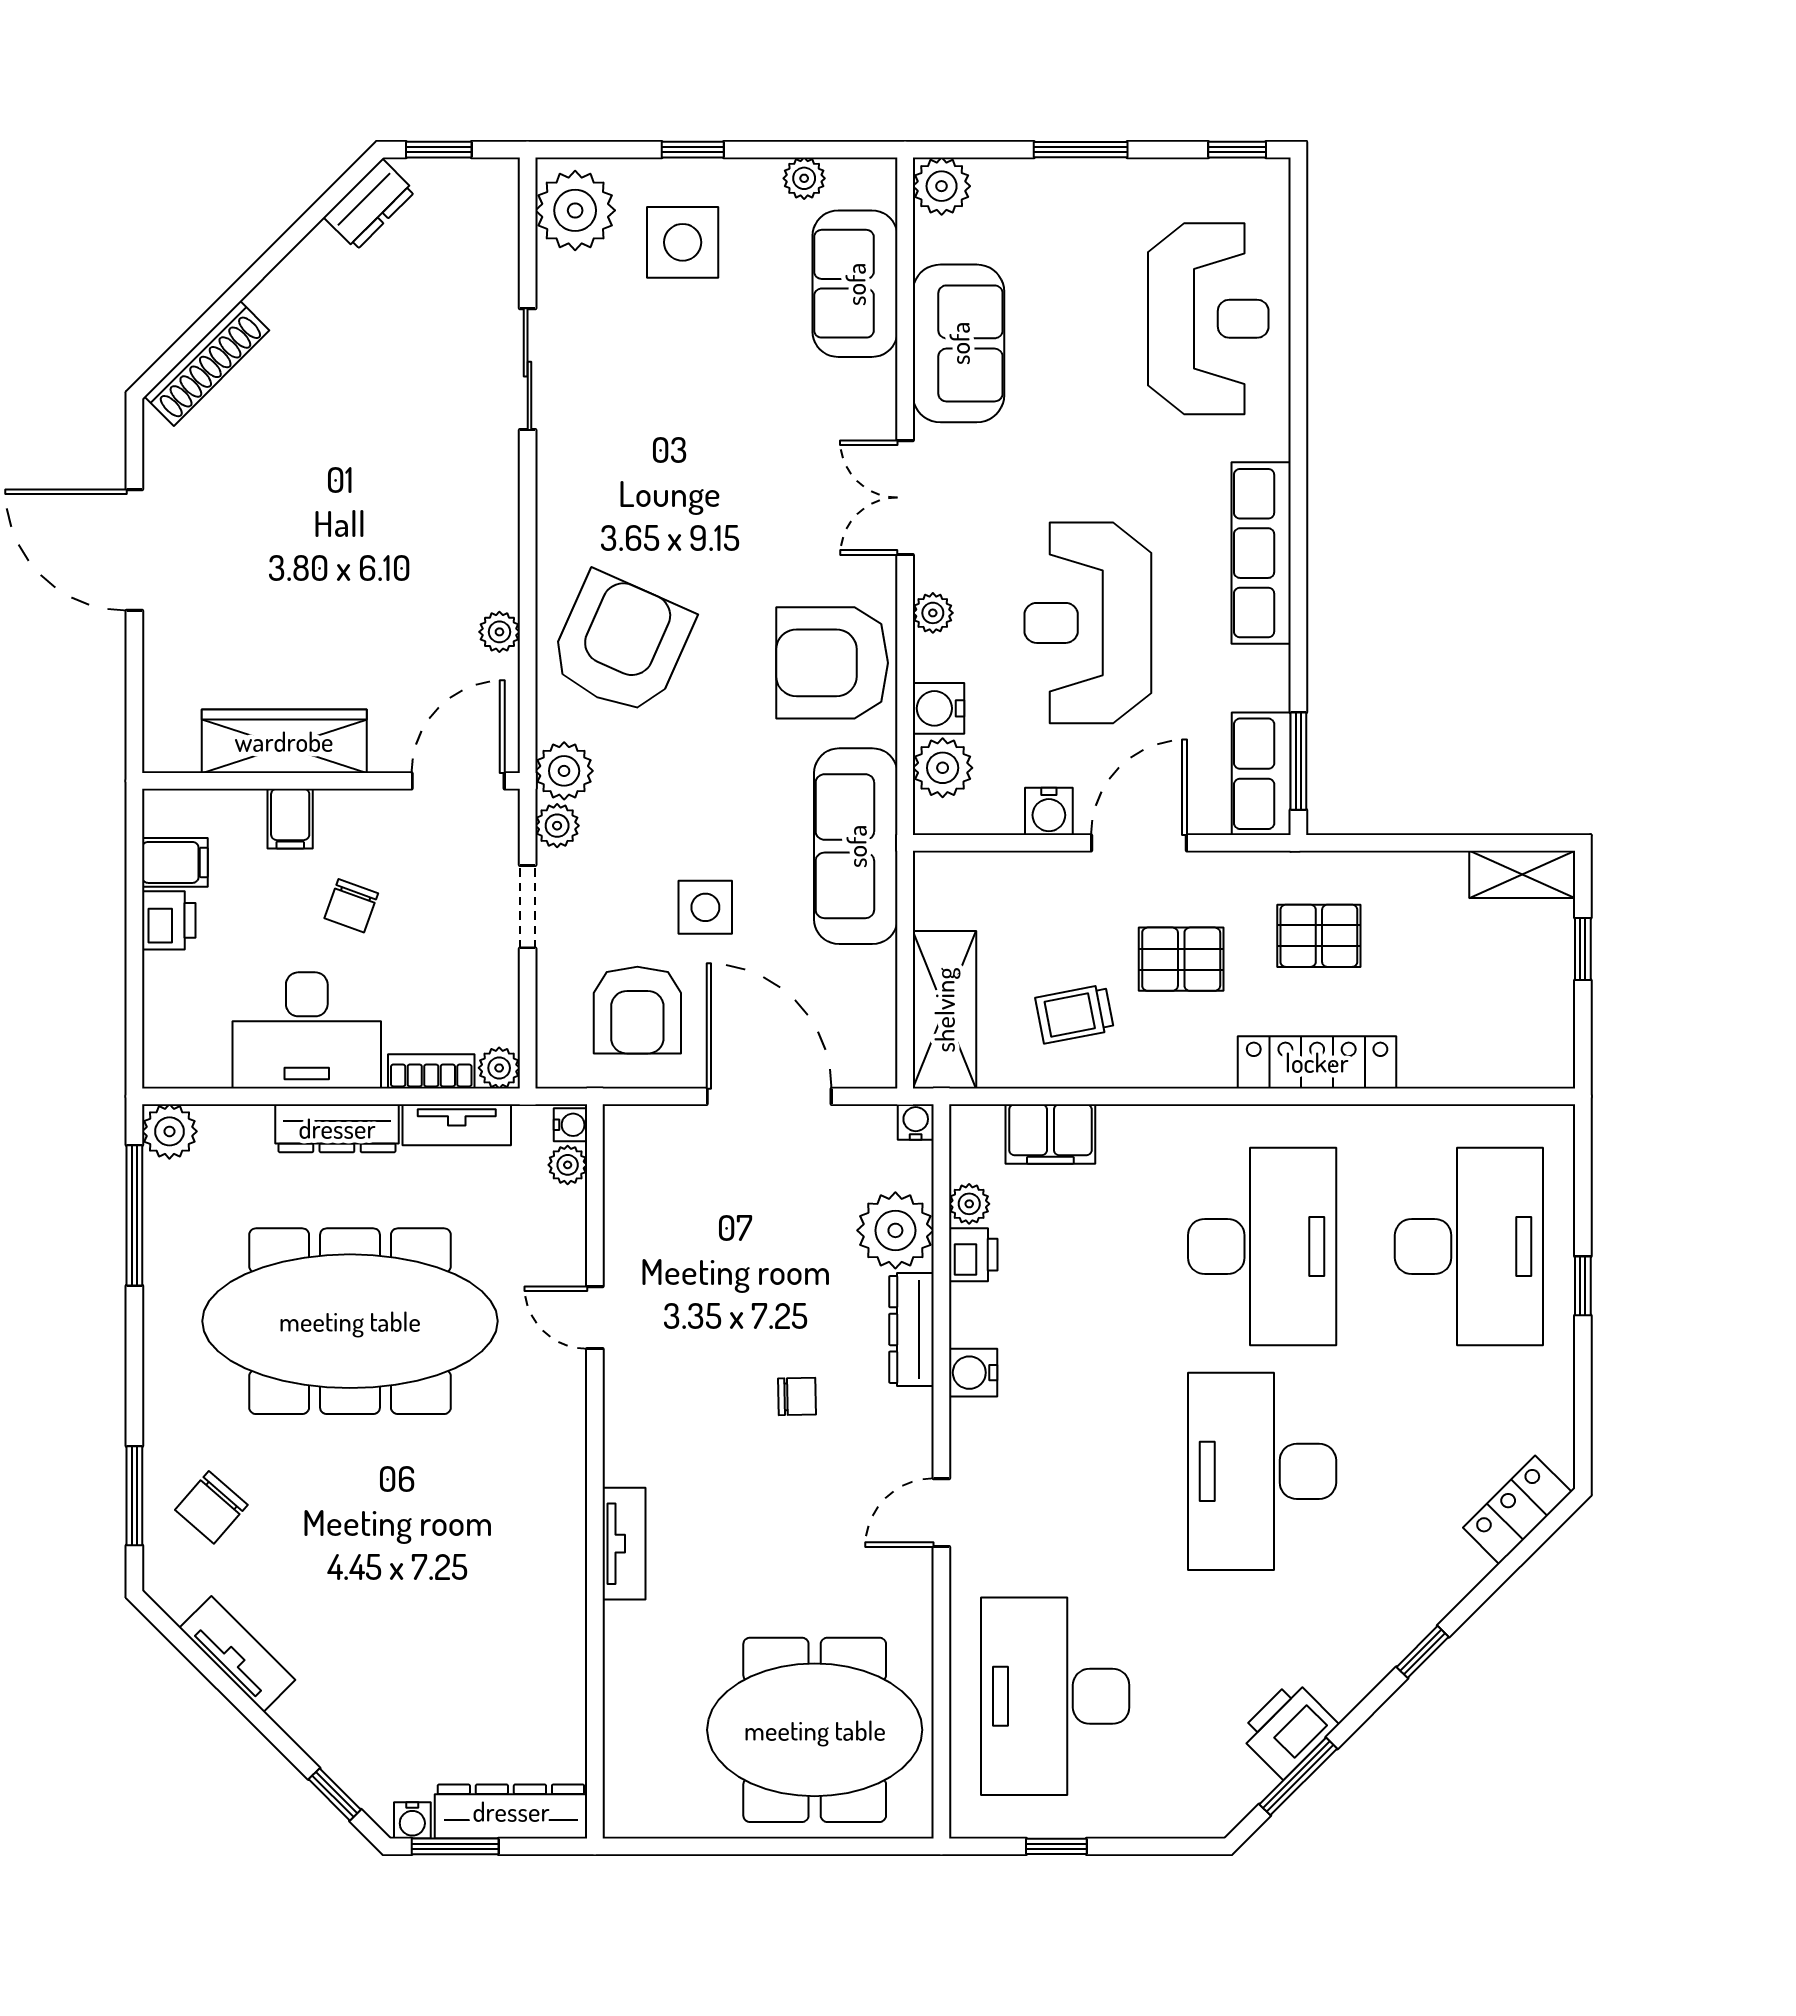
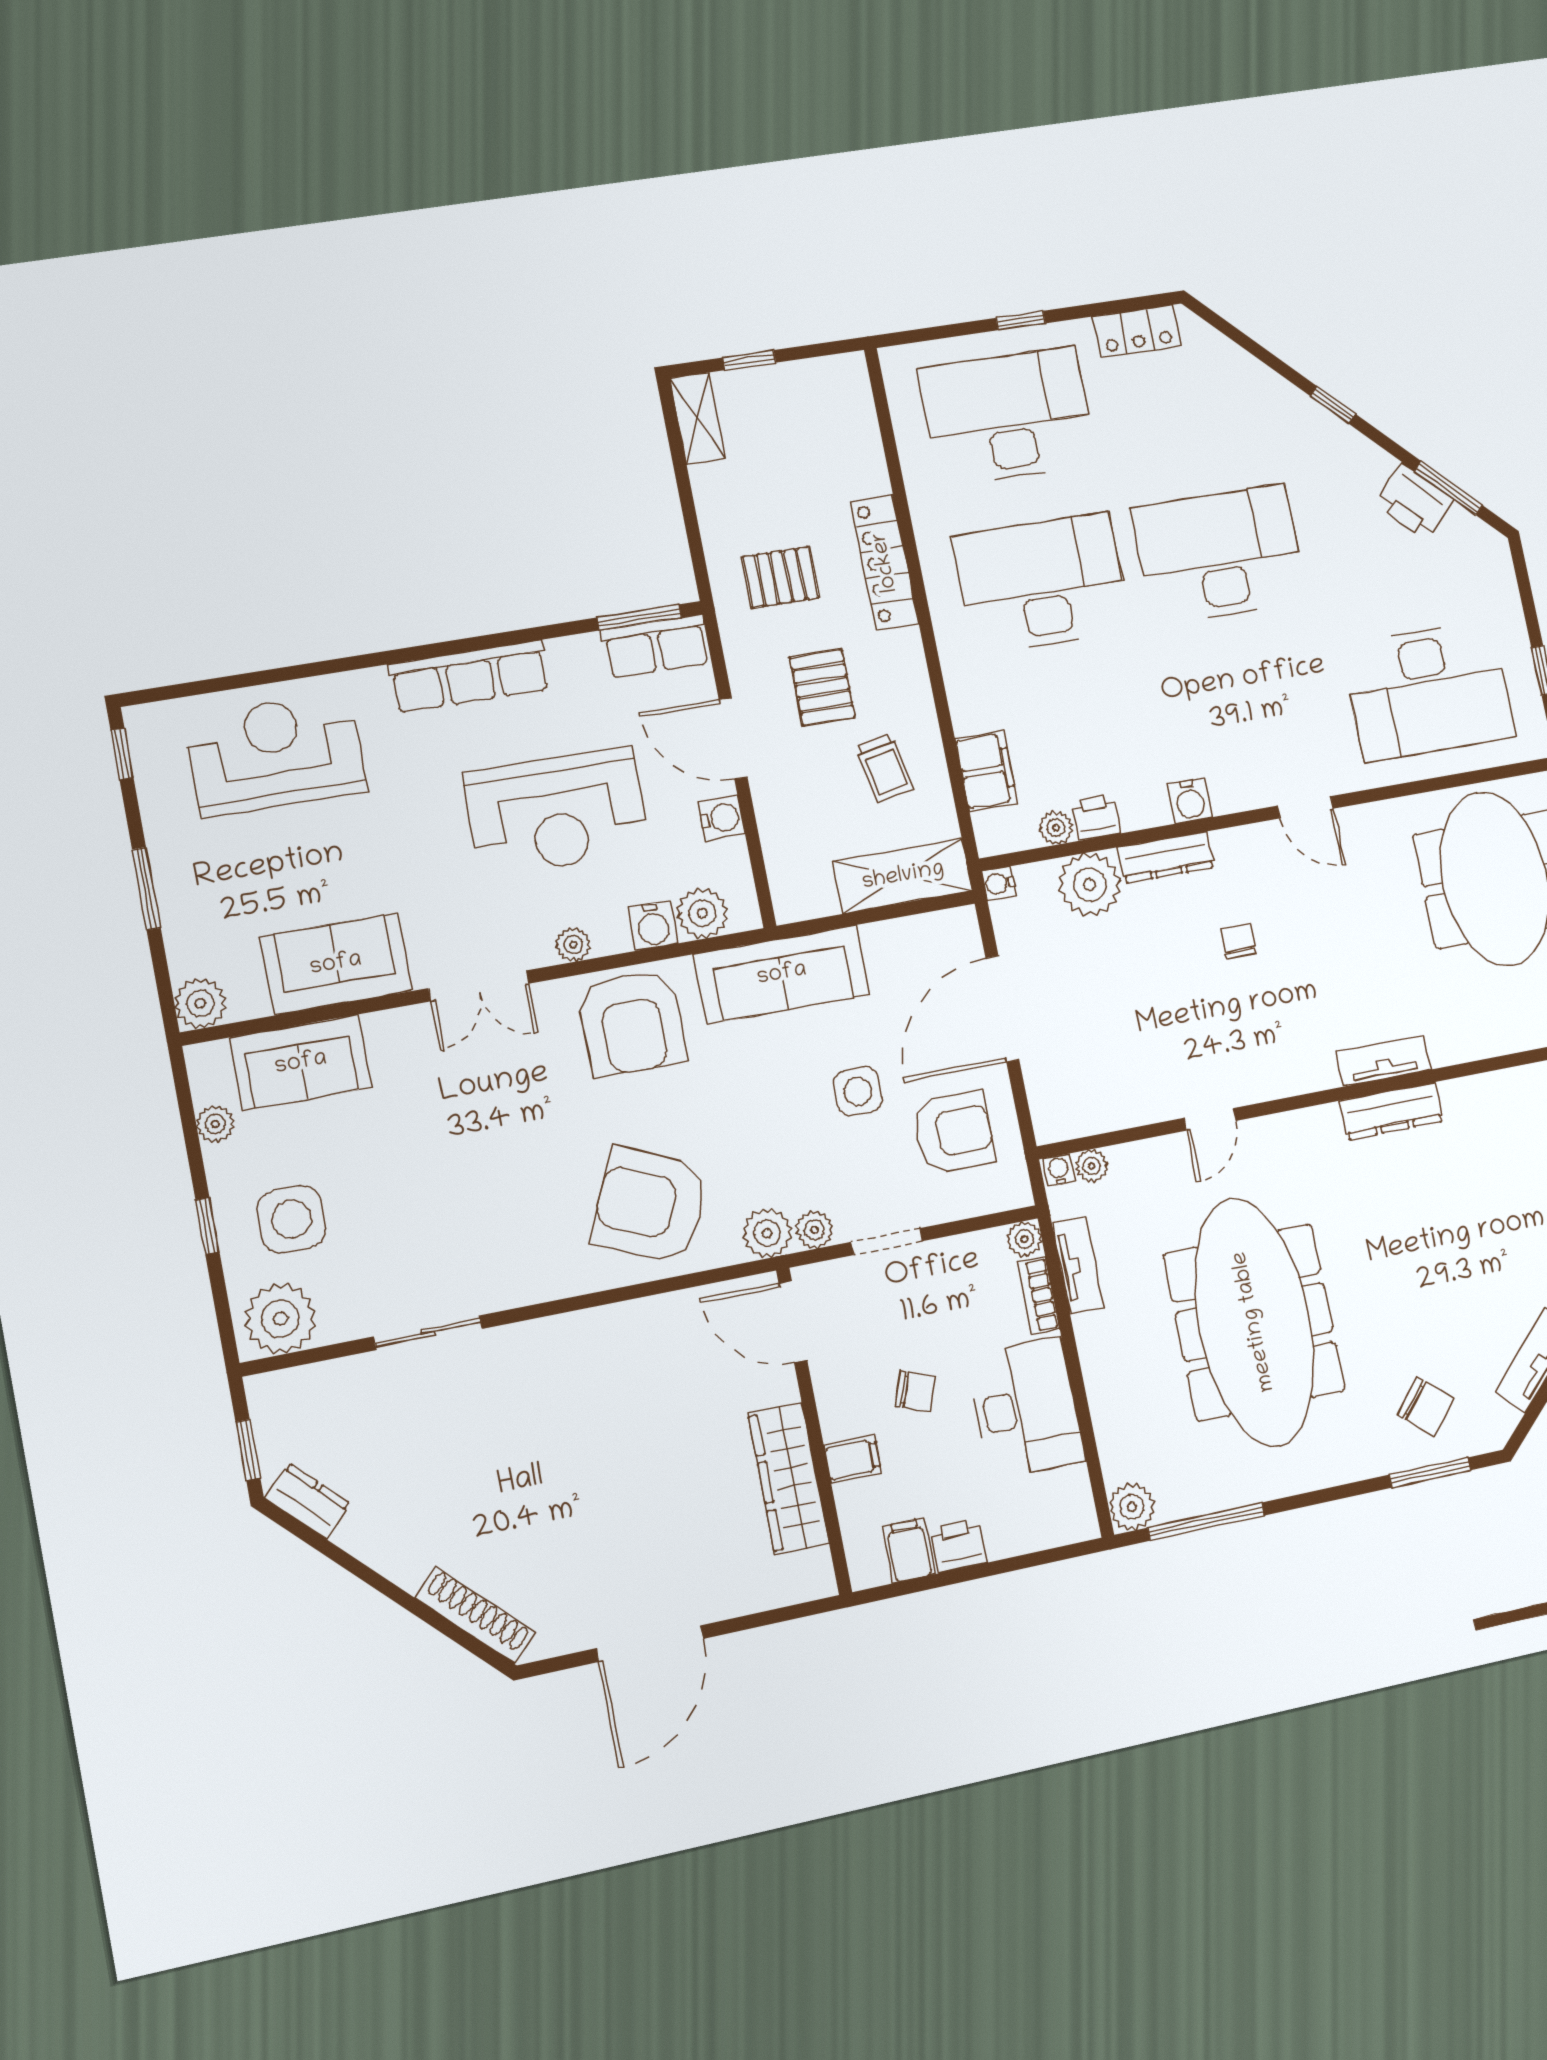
plant: (499, 632) -> (660, 1312), removed
pallet: (1319, 936) -> (781, 577), turned 90
dresser: (337, 1128) -> (1392, 1111), moved, turned 90
desk: (1262, 1471) -> (1220, 555), turned 180
locker: (1517, 1510) -> (1137, 331), moved, turned -45

